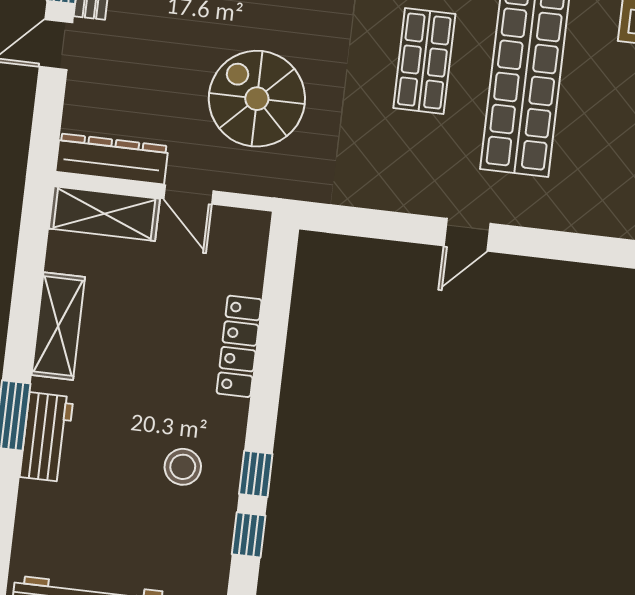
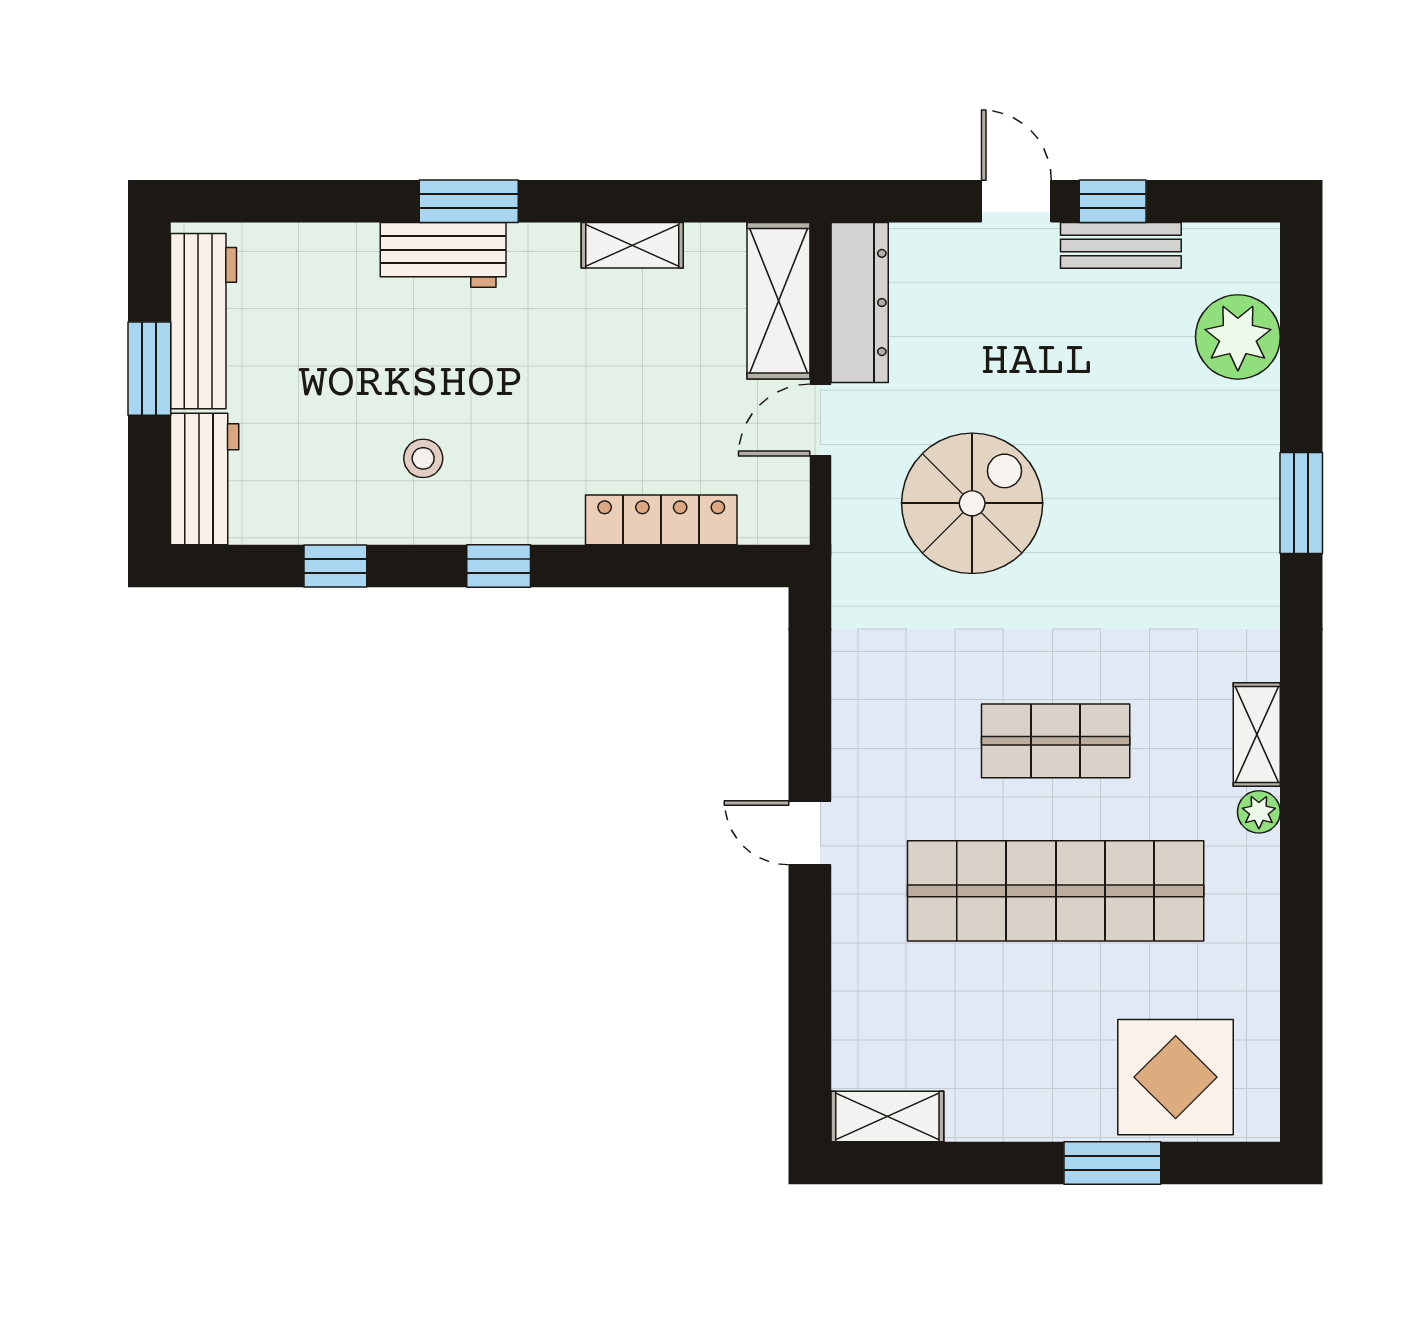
shelving: (58, 326) -> (632, 245), width x0.67, depth x0.75
locker: (239, 346) -> (661, 520), moved
stool: (183, 467) -> (423, 458), width x0.73, depth x0.73
window: (256, 474) -> (499, 566), moved

